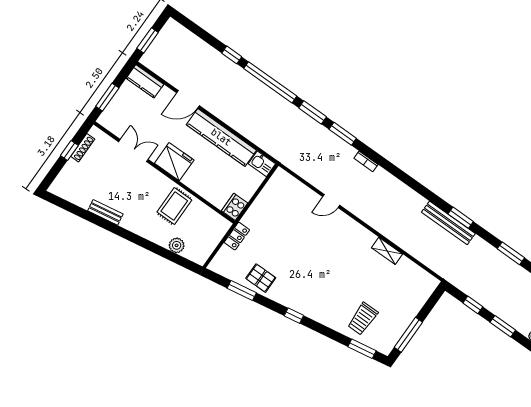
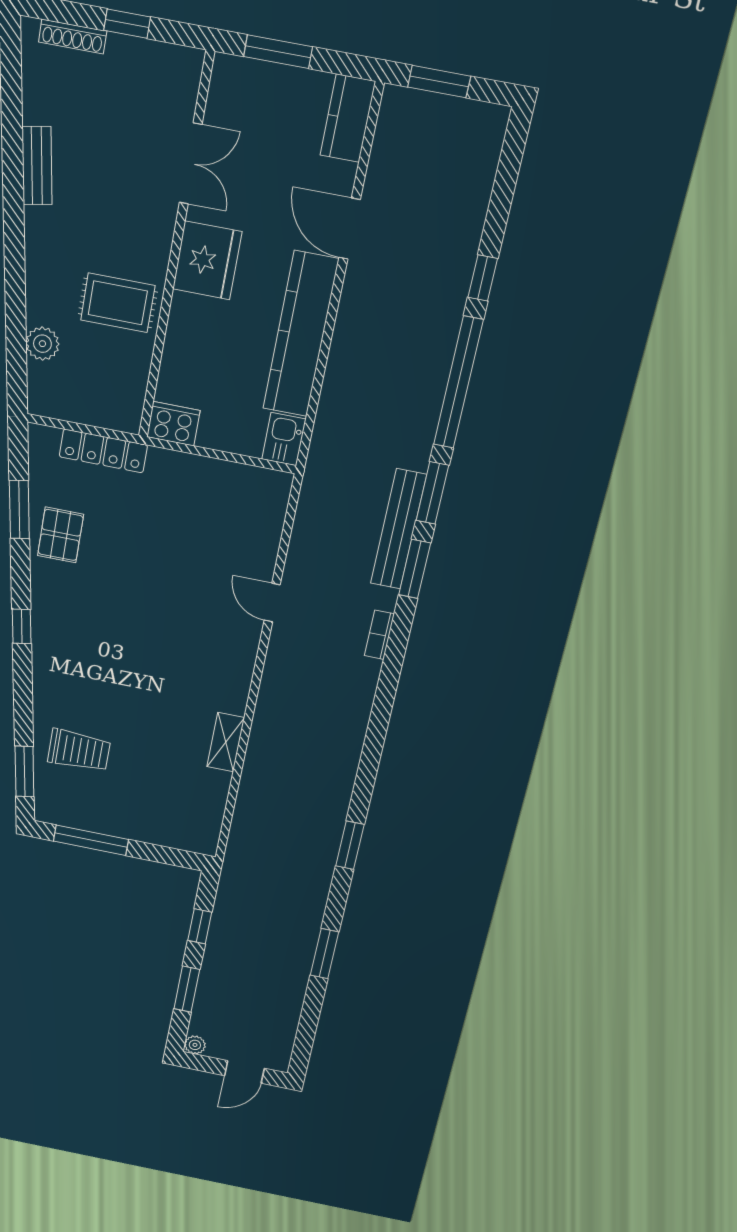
shoe rack: (83, 148) -> (73, 36), moved
bench: (448, 223) -> (398, 529), moved
locker: (237, 236) -> (103, 451), width x1.53
trolley: (363, 319) -> (79, 751), turned 180

